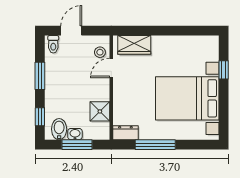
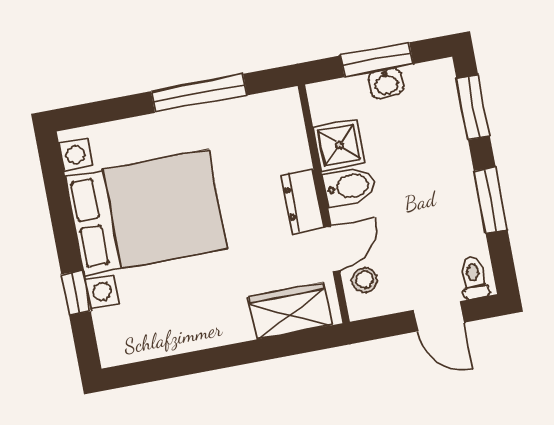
door: (71, 31) -> (439, 316), hinge flipped
window: (40, 117) -> (473, 107), width x1.50
bidet: (59, 129) -> (349, 187), moved, turned -90
dresser: (125, 133) -> (303, 201), moved, turned 90

